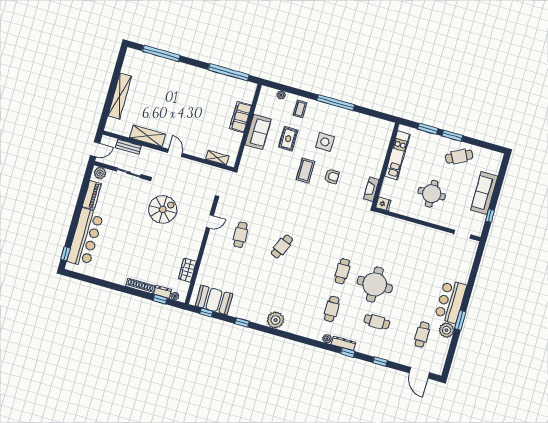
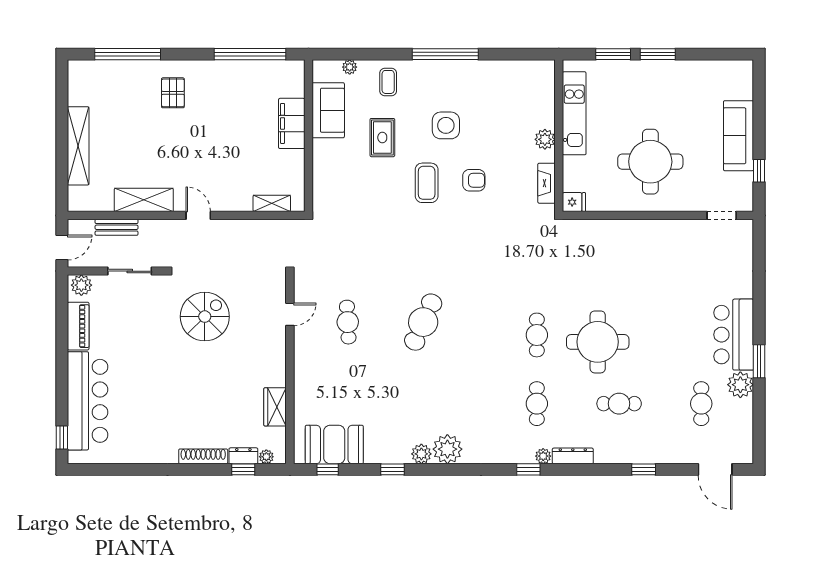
pallet: (180, 82) -> (173, 93), added
sofa: (258, 132) -> (328, 110), moved
cafe table: (459, 157) -> (679, 86), removed
plant: (377, 165) -> (545, 139), added
round table: (432, 194) -> (650, 162), width x1.36, depth x1.36
cafe table: (282, 246) -> (423, 322), width x1.37, depth x1.35
plant: (260, 319) -> (421, 454), added
window: (348, 353) -> (528, 469), moved

